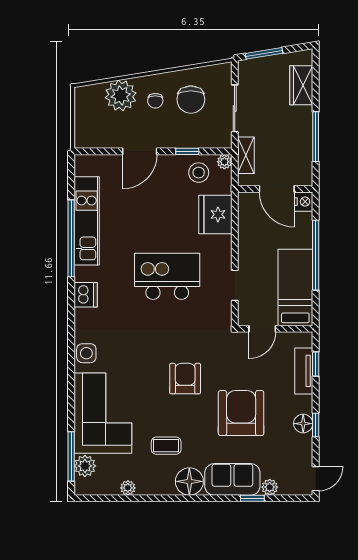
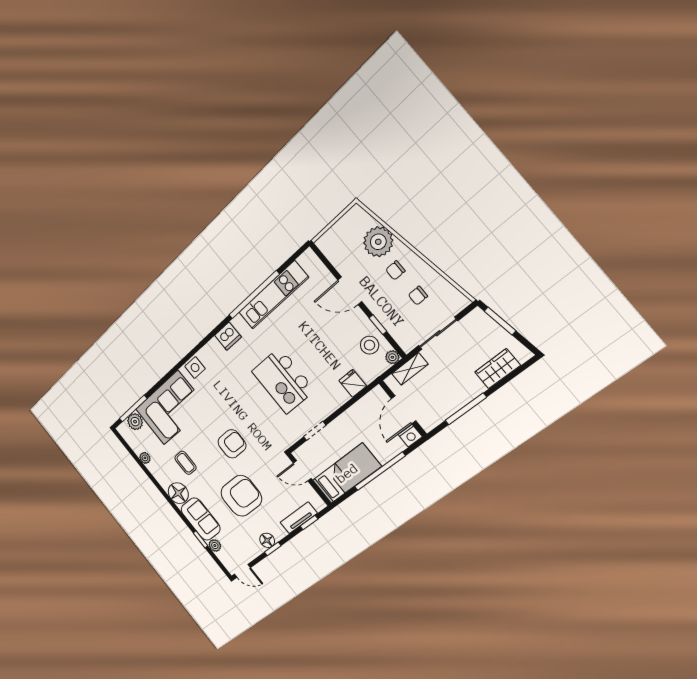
chair: (191, 100) -> (418, 296), width x0.54, depth x0.54
fridge: (215, 214) -> (353, 383), width x0.53, depth x0.75
kitchen island: (167, 276) -> (283, 381), turned 180

